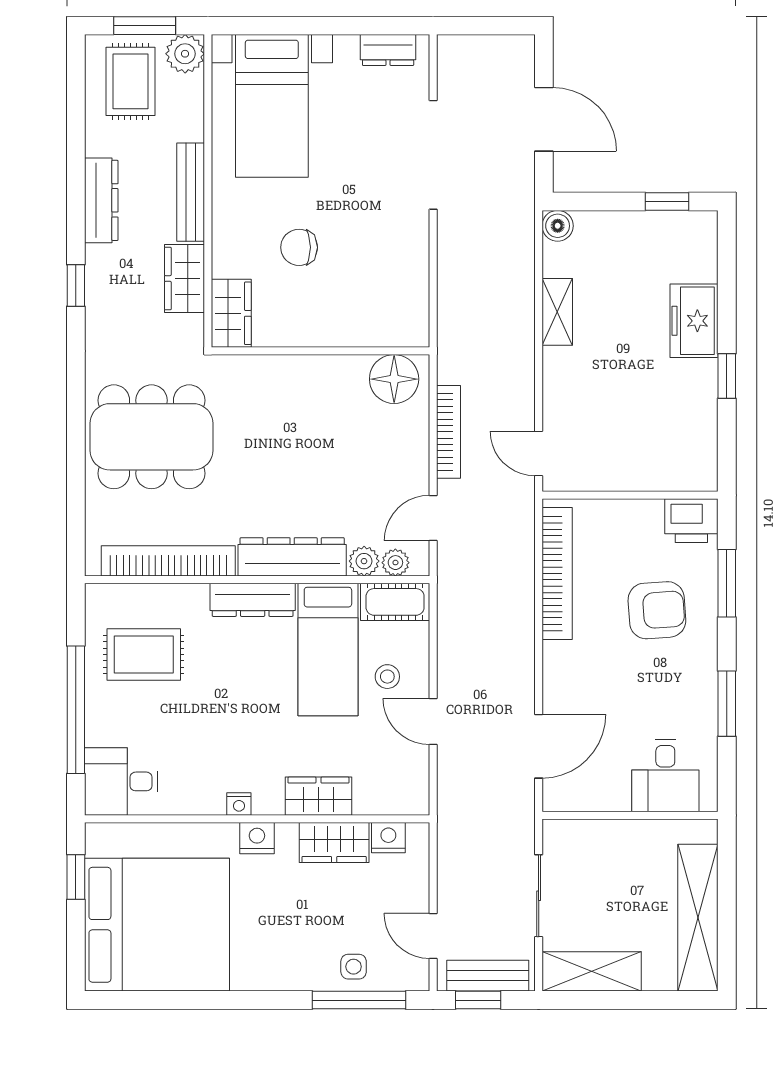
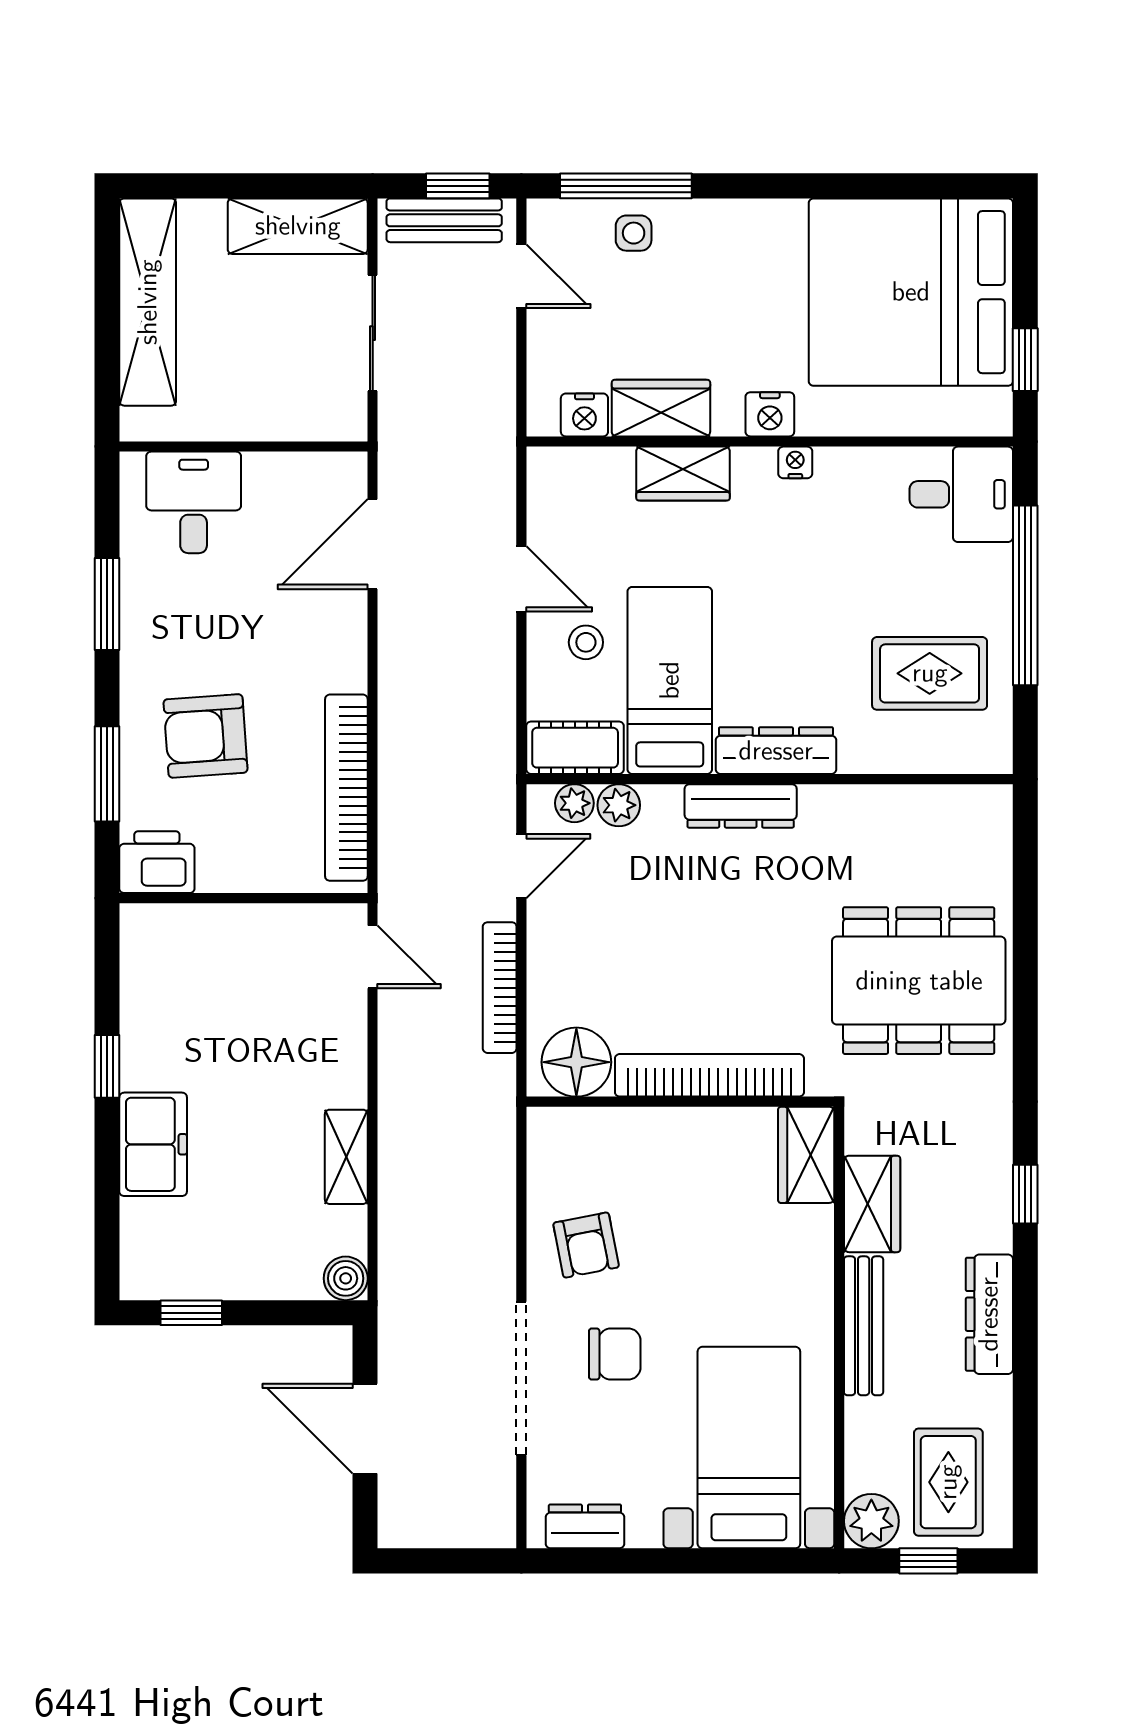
window: (145, 26) -> (928, 1561), width x0.67
chair: (299, 247) -> (615, 1354), moved
armchair: (387, 249) -> (586, 1245), added
dresser: (292, 557) -> (741, 806), width x0.73, depth x0.80
bookcase: (168, 561) -> (709, 1075), moved, turned 180

